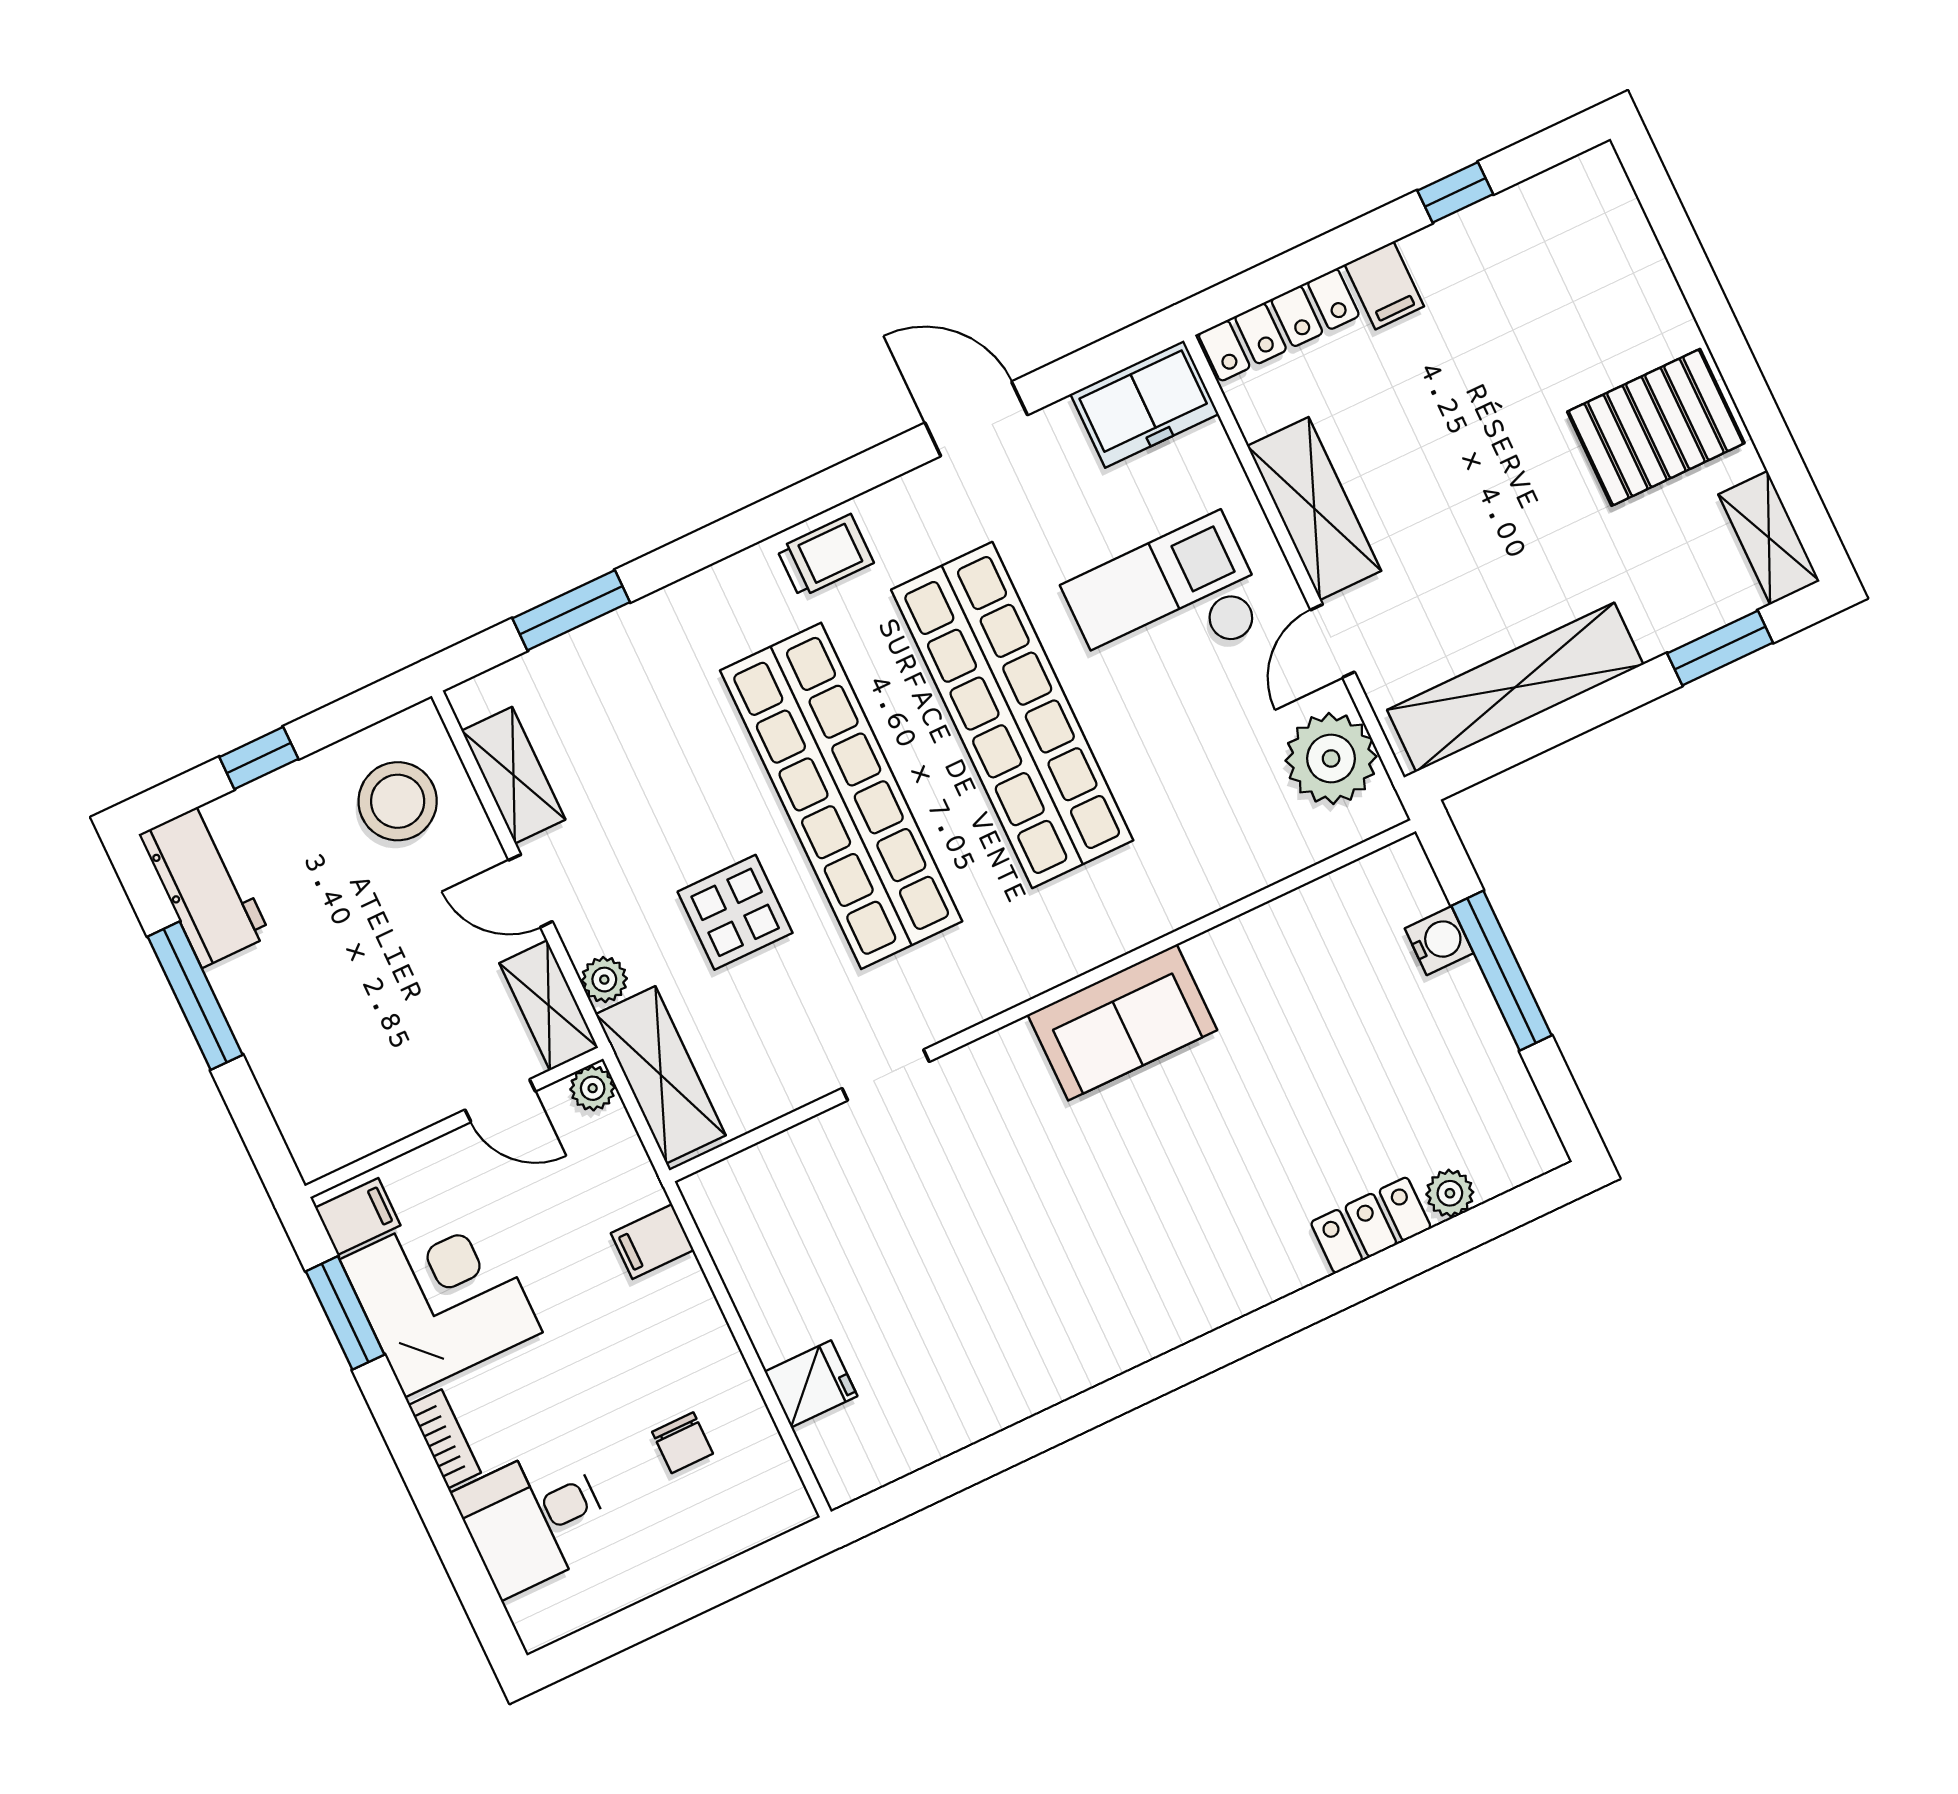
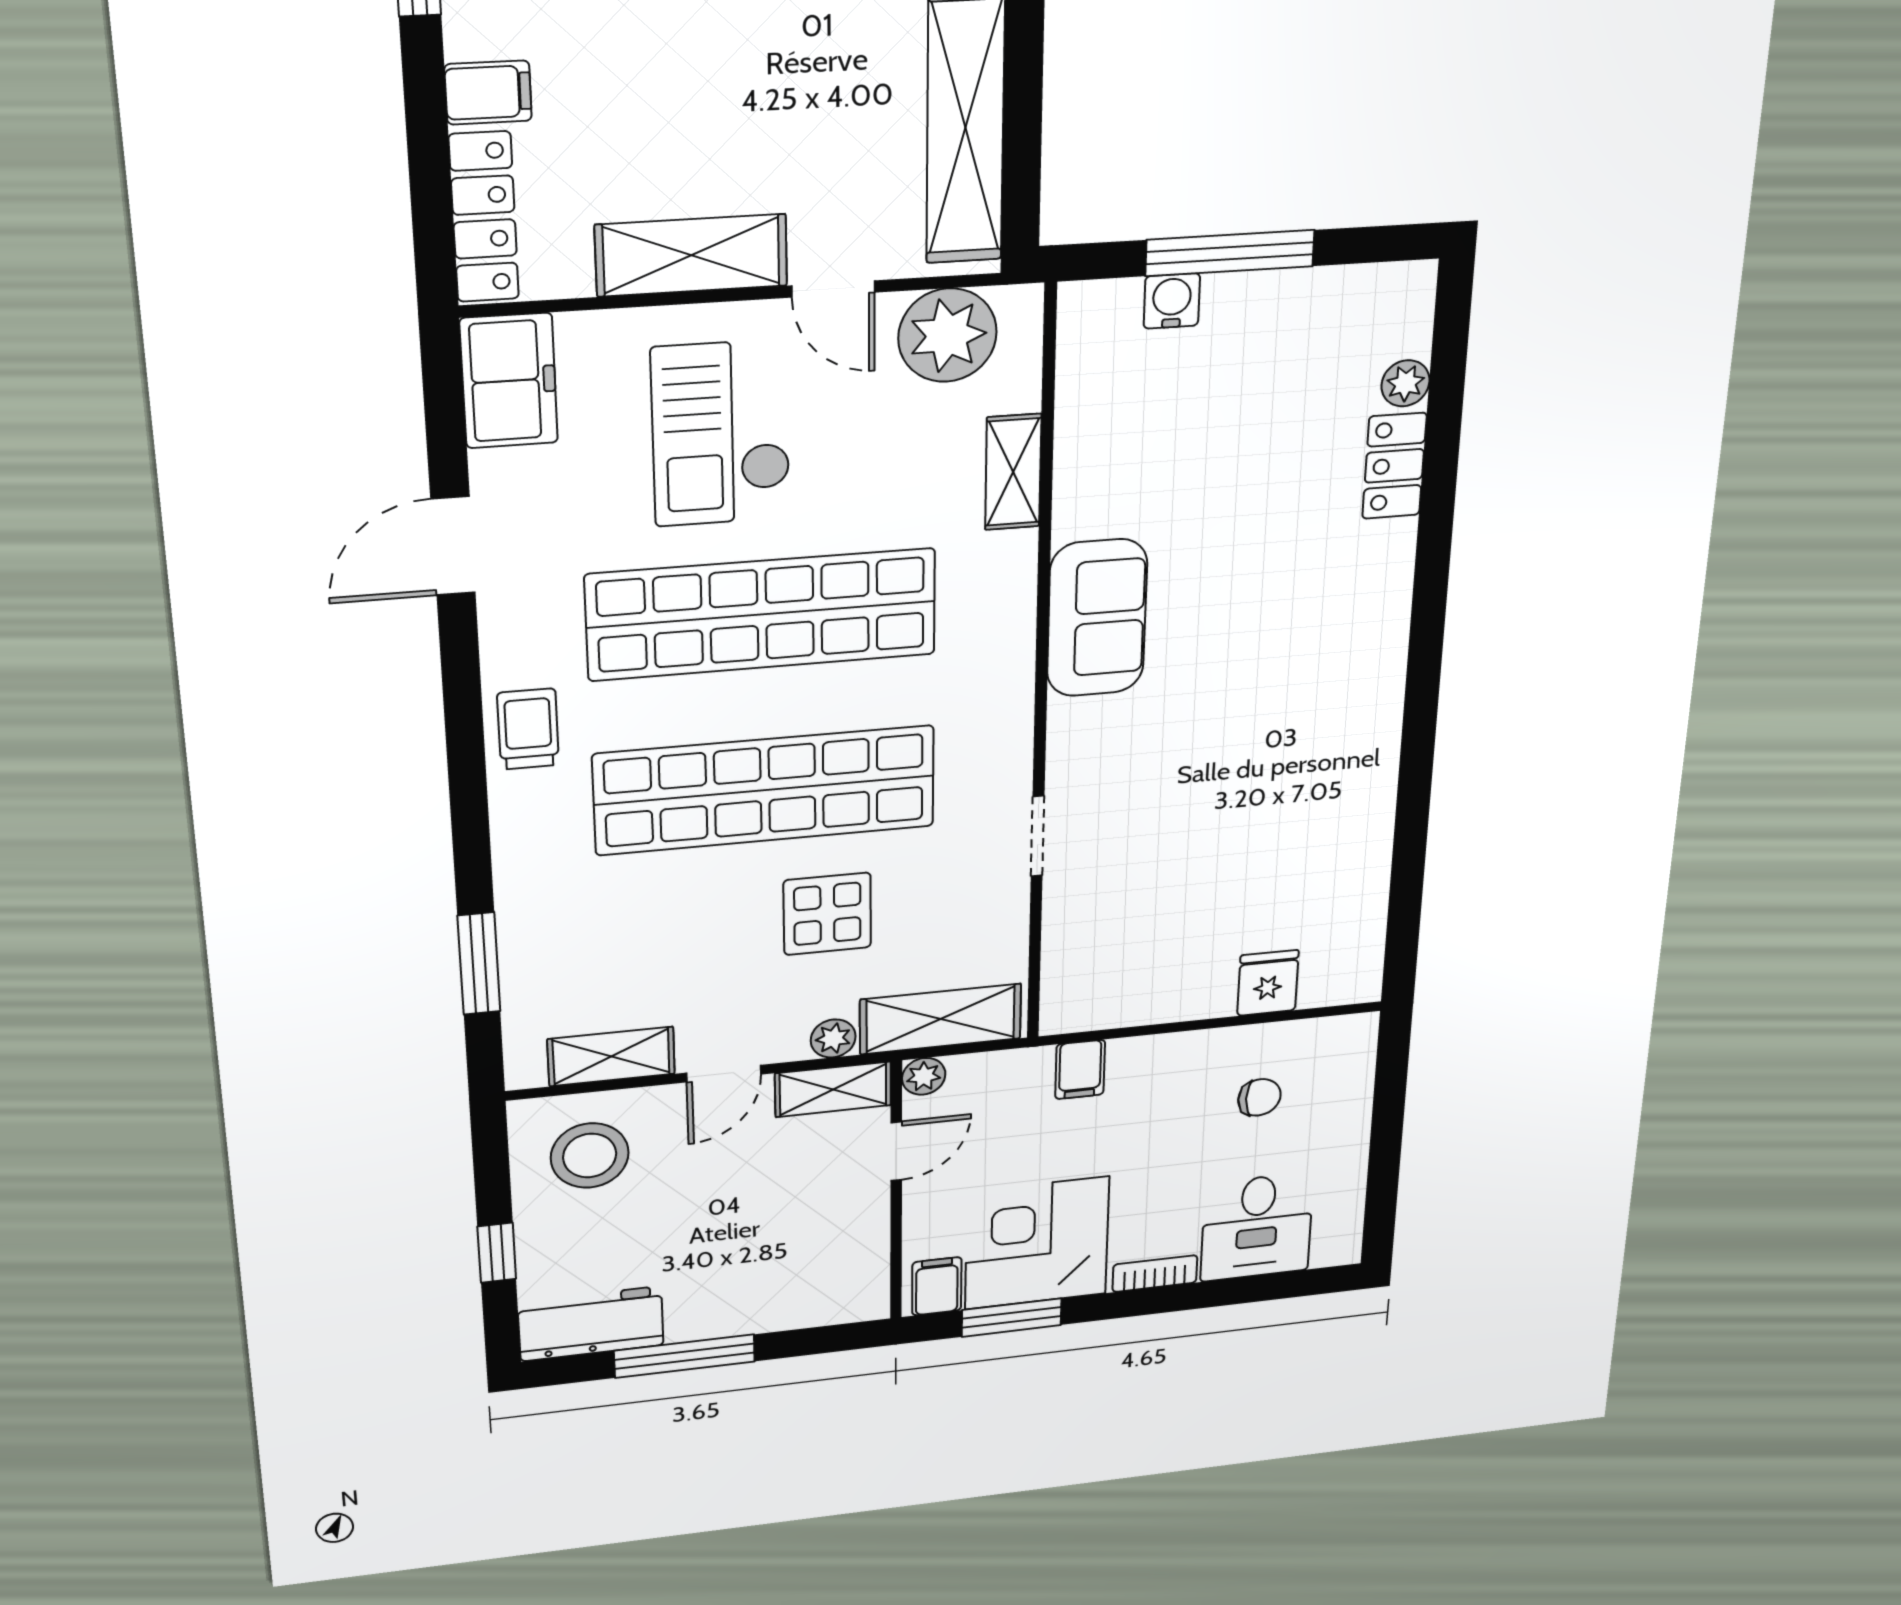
shelving: (1230, 877) -> (1013, 472), added

